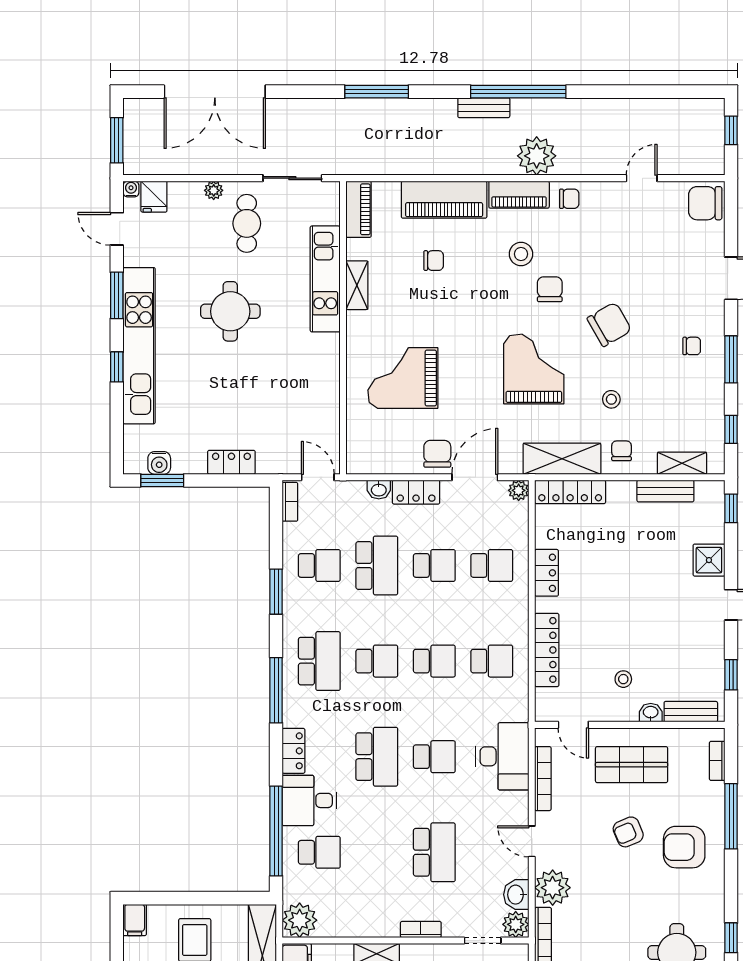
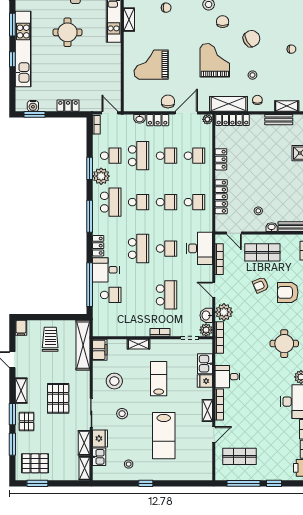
plant: (300, 920) -> (101, 176), moved

